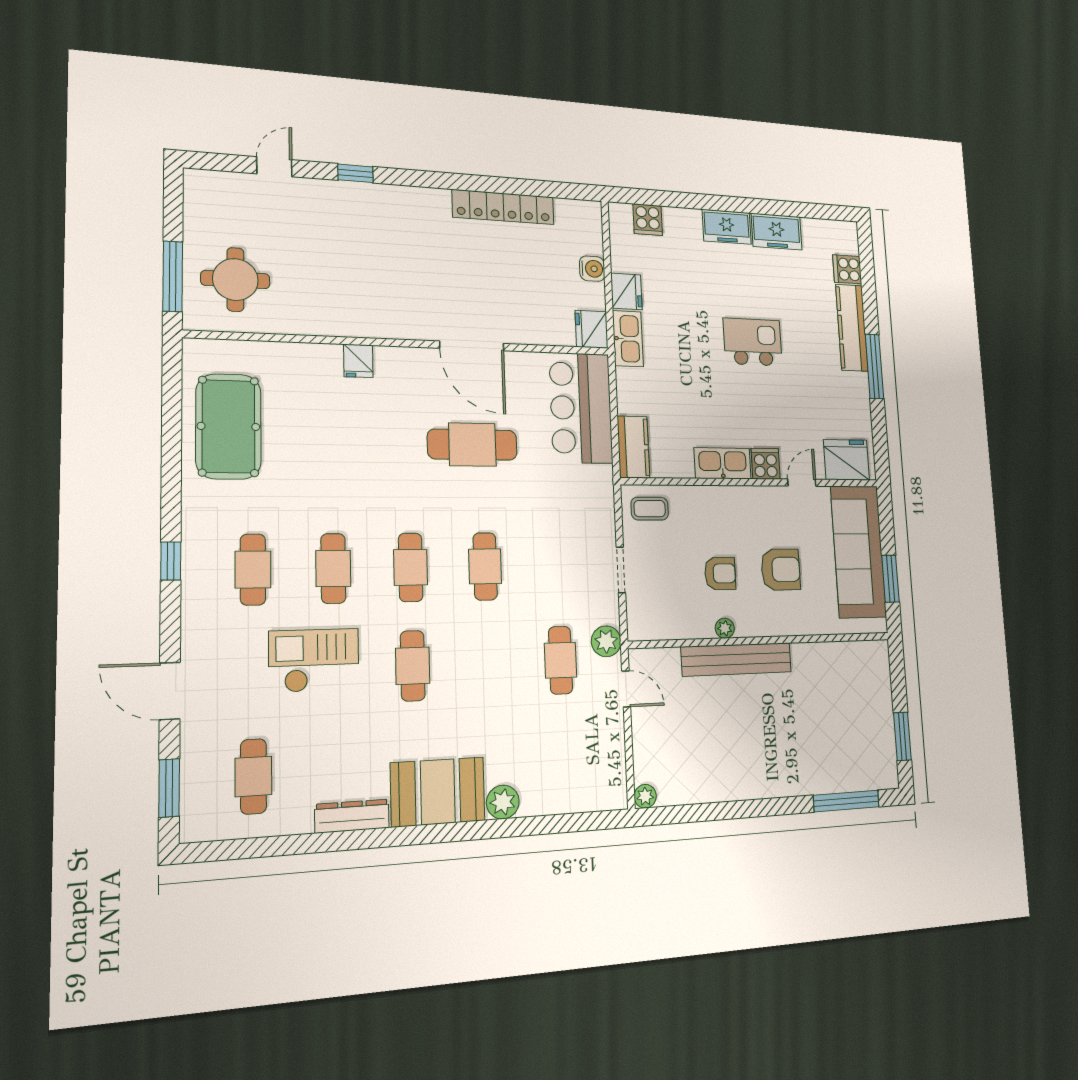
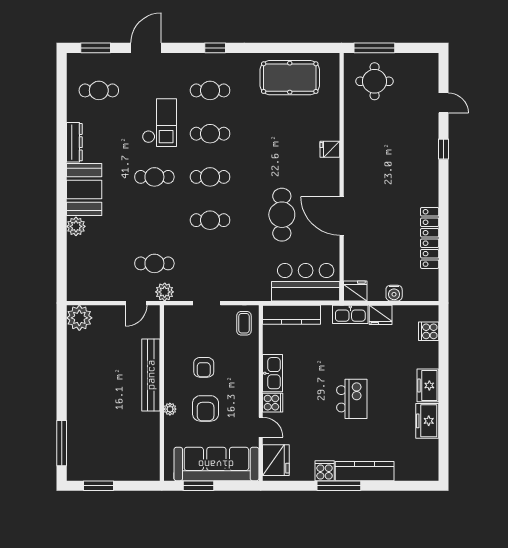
cooker: (847, 269) -> (325, 471), moved
door: (472, 346) -> (342, 216), hinge flipped
kitchen counter: (633, 447) -> (292, 315), width x1.50
plant: (725, 628) -> (170, 409), moved
plant: (645, 796) -> (79, 318), width x1.87, depth x1.87

